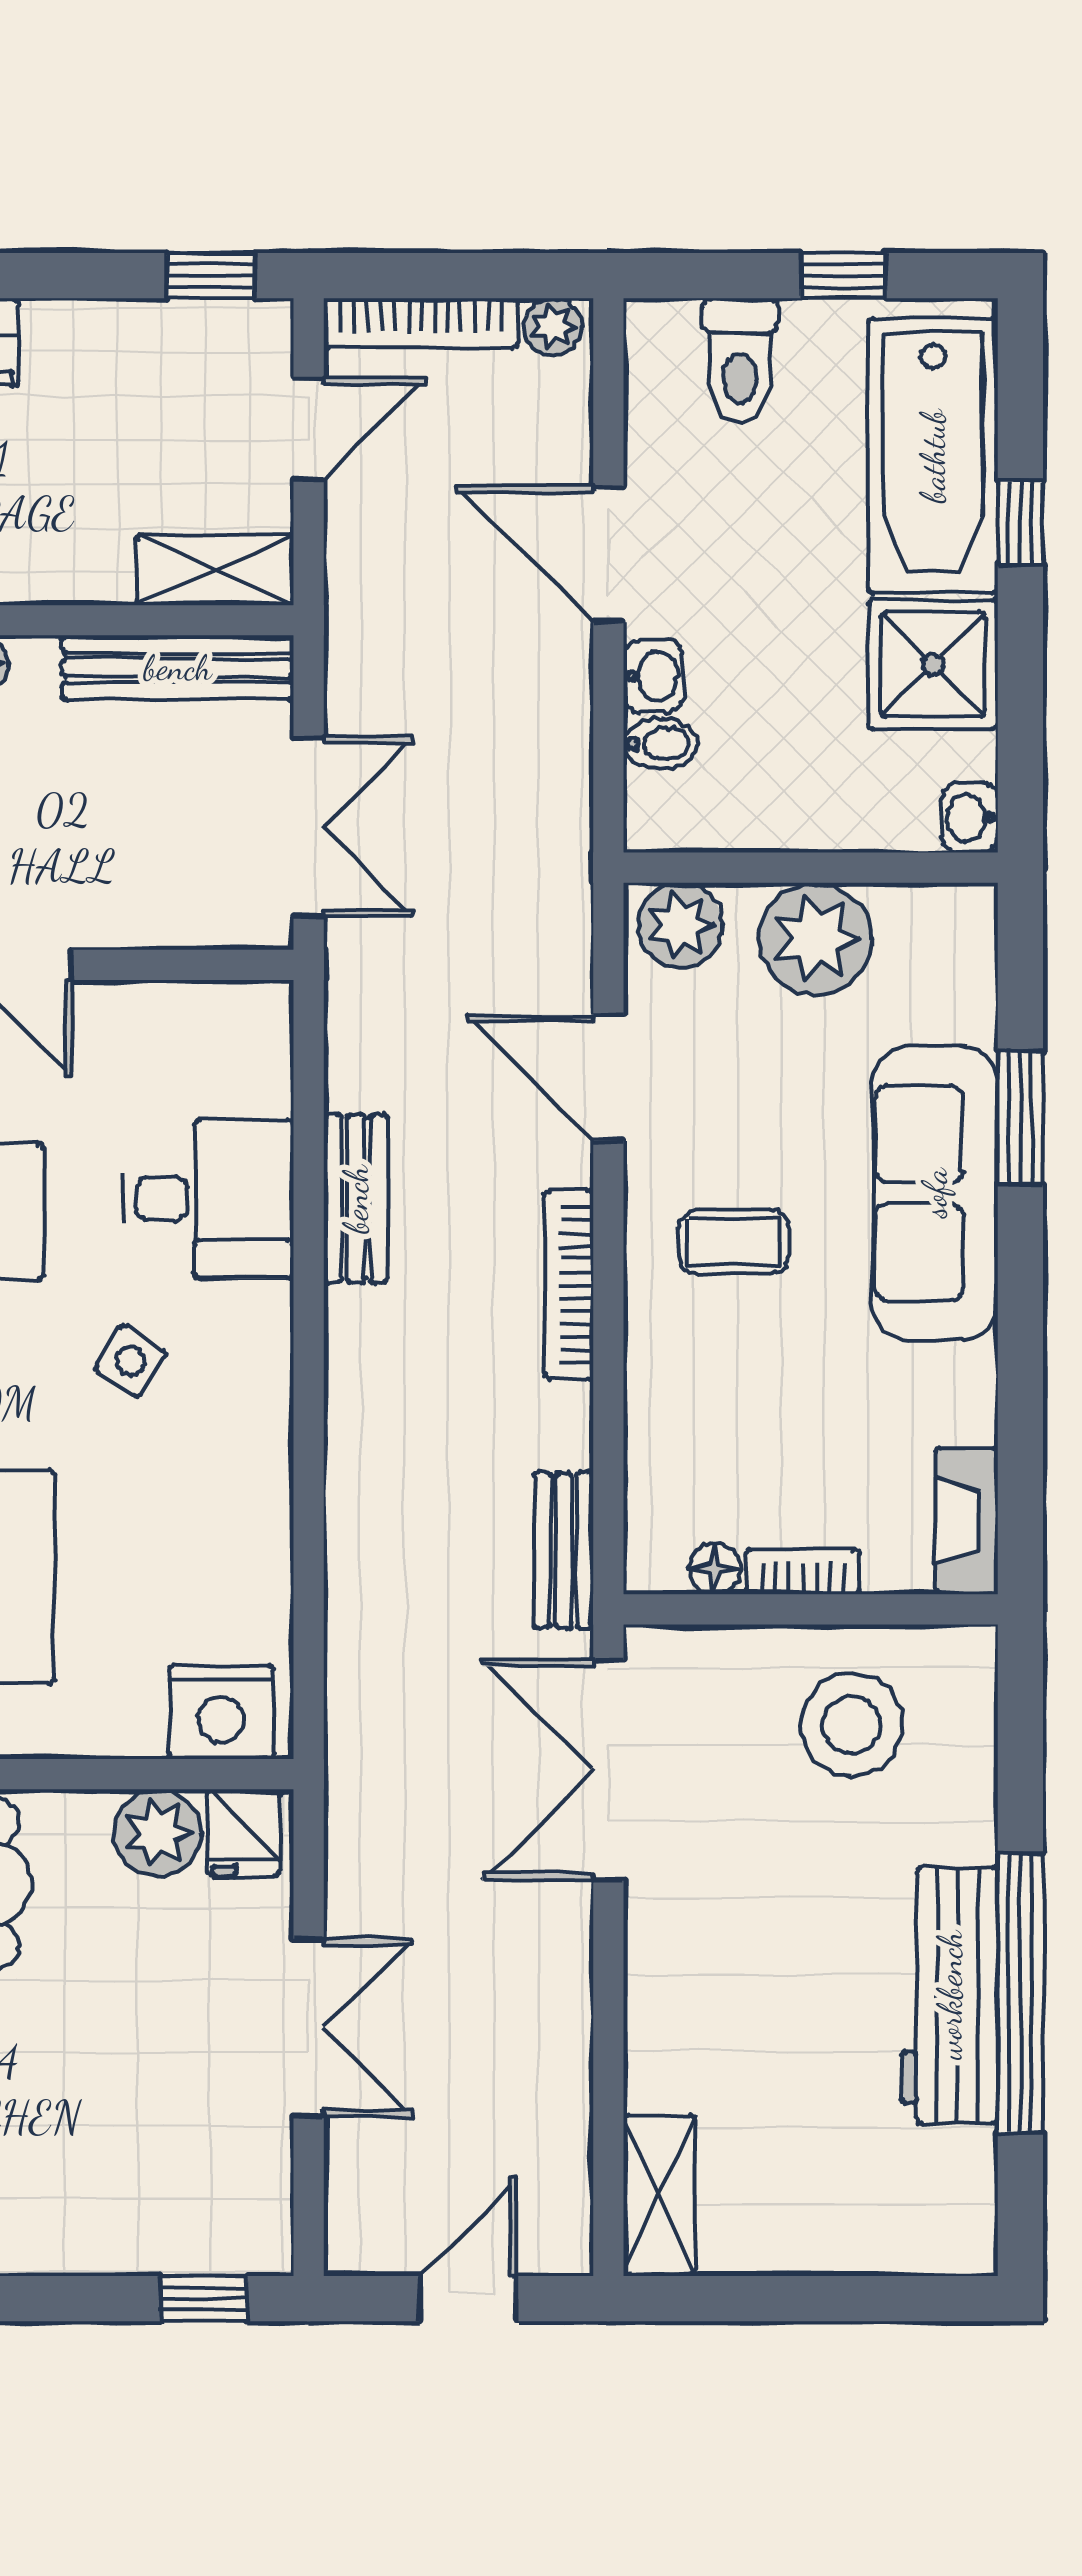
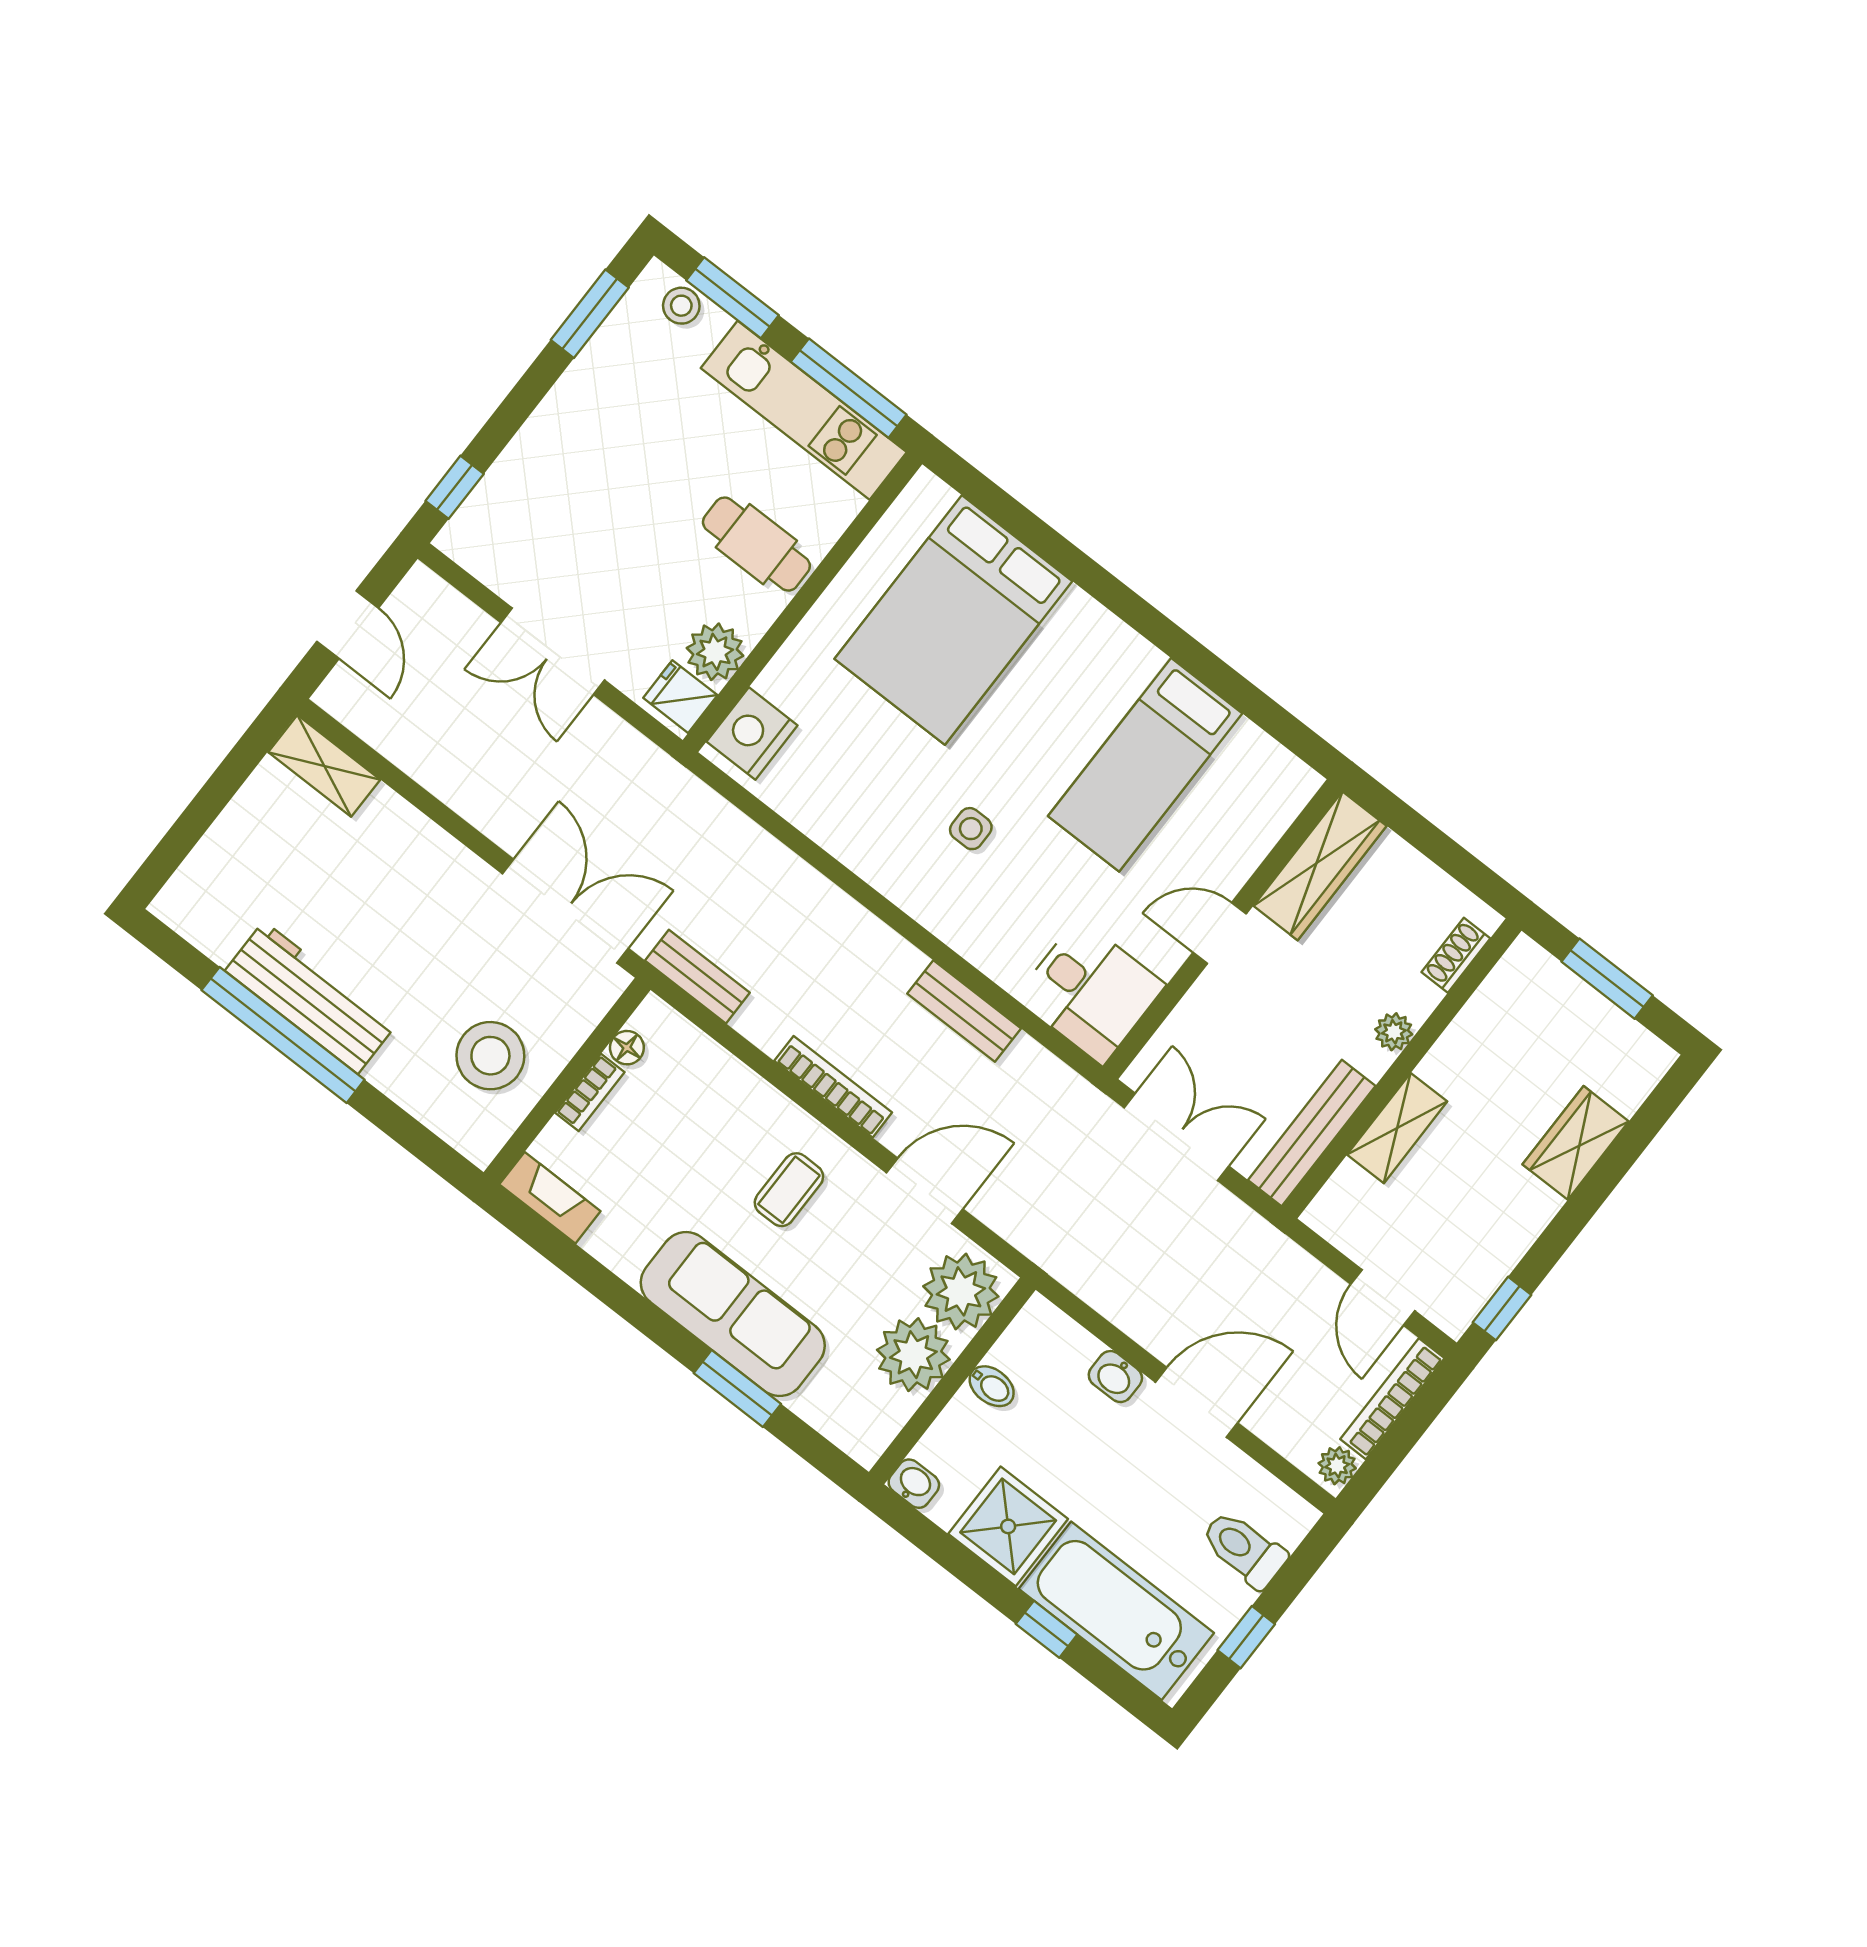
shelving: (215, 570) -> (1397, 1128), moved
bidet: (661, 744) -> (992, 1386), moved, turned -90
double door: (309, 826) -> (1177, 1137), swing flipped
plant: (680, 925) -> (961, 1291), width x1.36, depth x1.36
desk: (208, 1199) -> (1090, 991), moved, turned -90
side table: (131, 1361) -> (971, 829), turned -33

